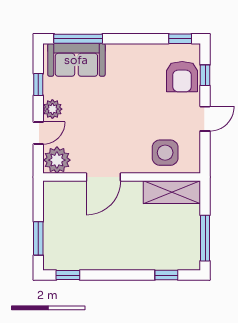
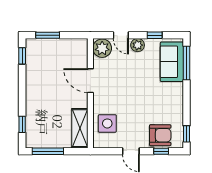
armchair: (182, 77) -> (160, 135), turned 180

